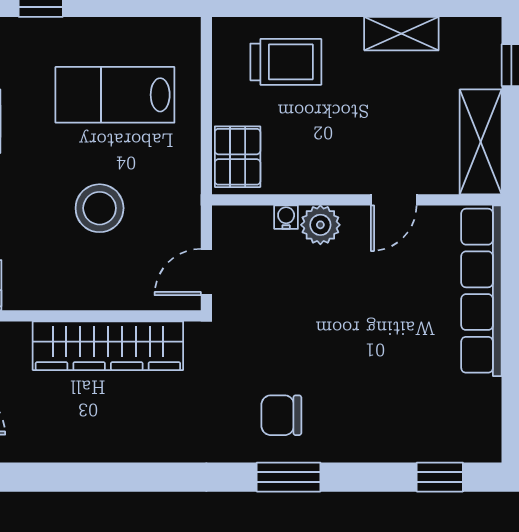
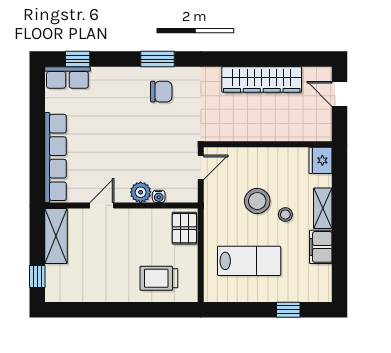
shelving: (401, 34) -> (98, 293), removed
stool: (46, 183) -> (285, 215), added
wardrobe: (108, 346) -> (262, 80), moved, turned 180
row of seats: (459, 442) -> (67, 77), added

